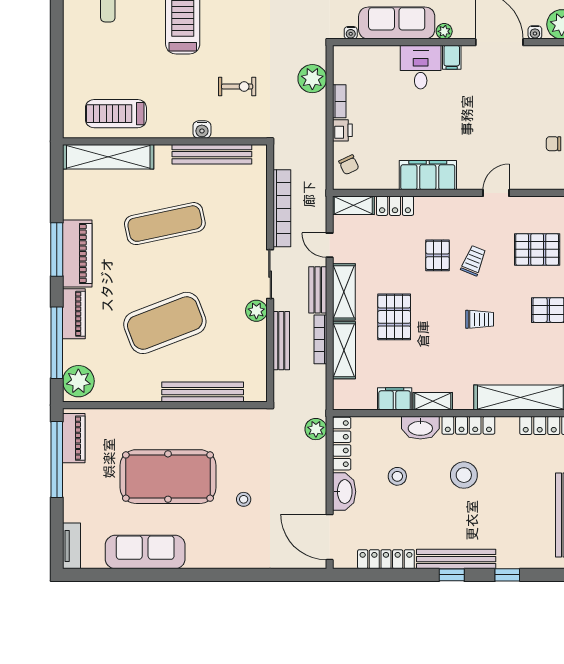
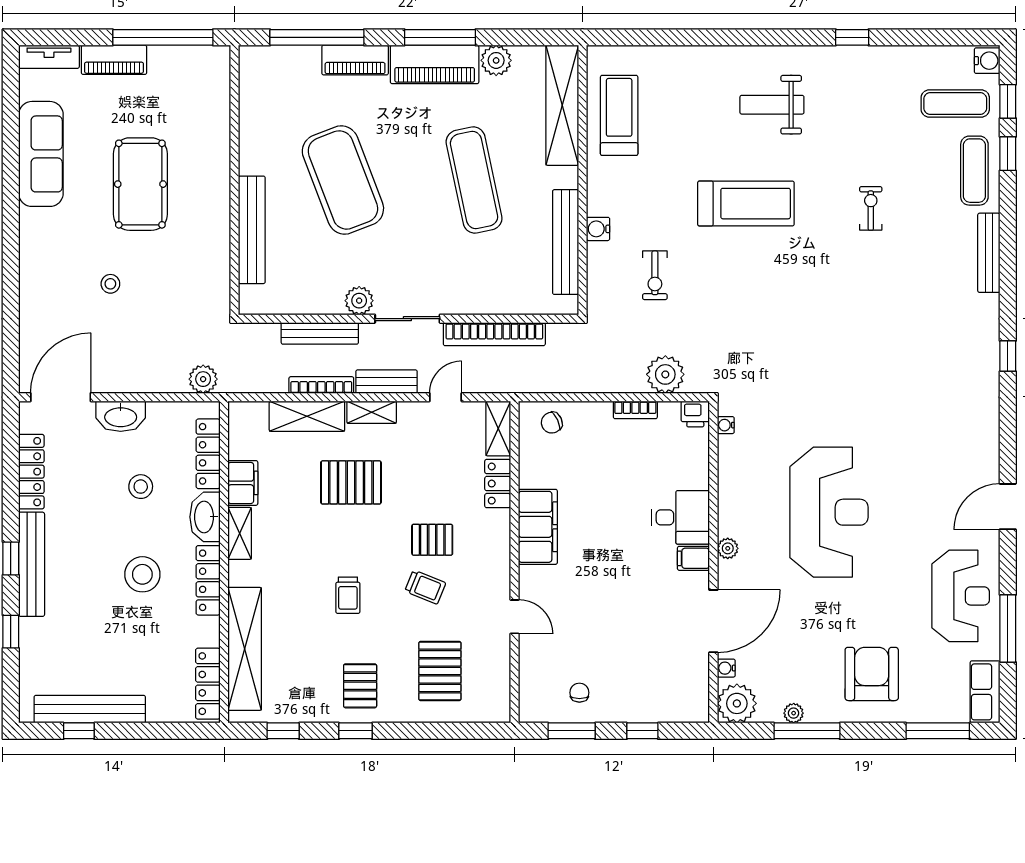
sofa: (397, 23) -> (739, 486), removed
printer: (342, 130) -> (695, 414), moved
shelving: (344, 292) -> (372, 412), width x0.67, depth x0.75
plant: (78, 381) -> (496, 60), moved, width x0.73, depth x0.73
piano: (74, 438) -> (114, 60), moved
locker: (342, 444) -> (208, 454), moved, turned 90
pool table: (168, 477) -> (140, 184), width x0.73, depth x0.76

